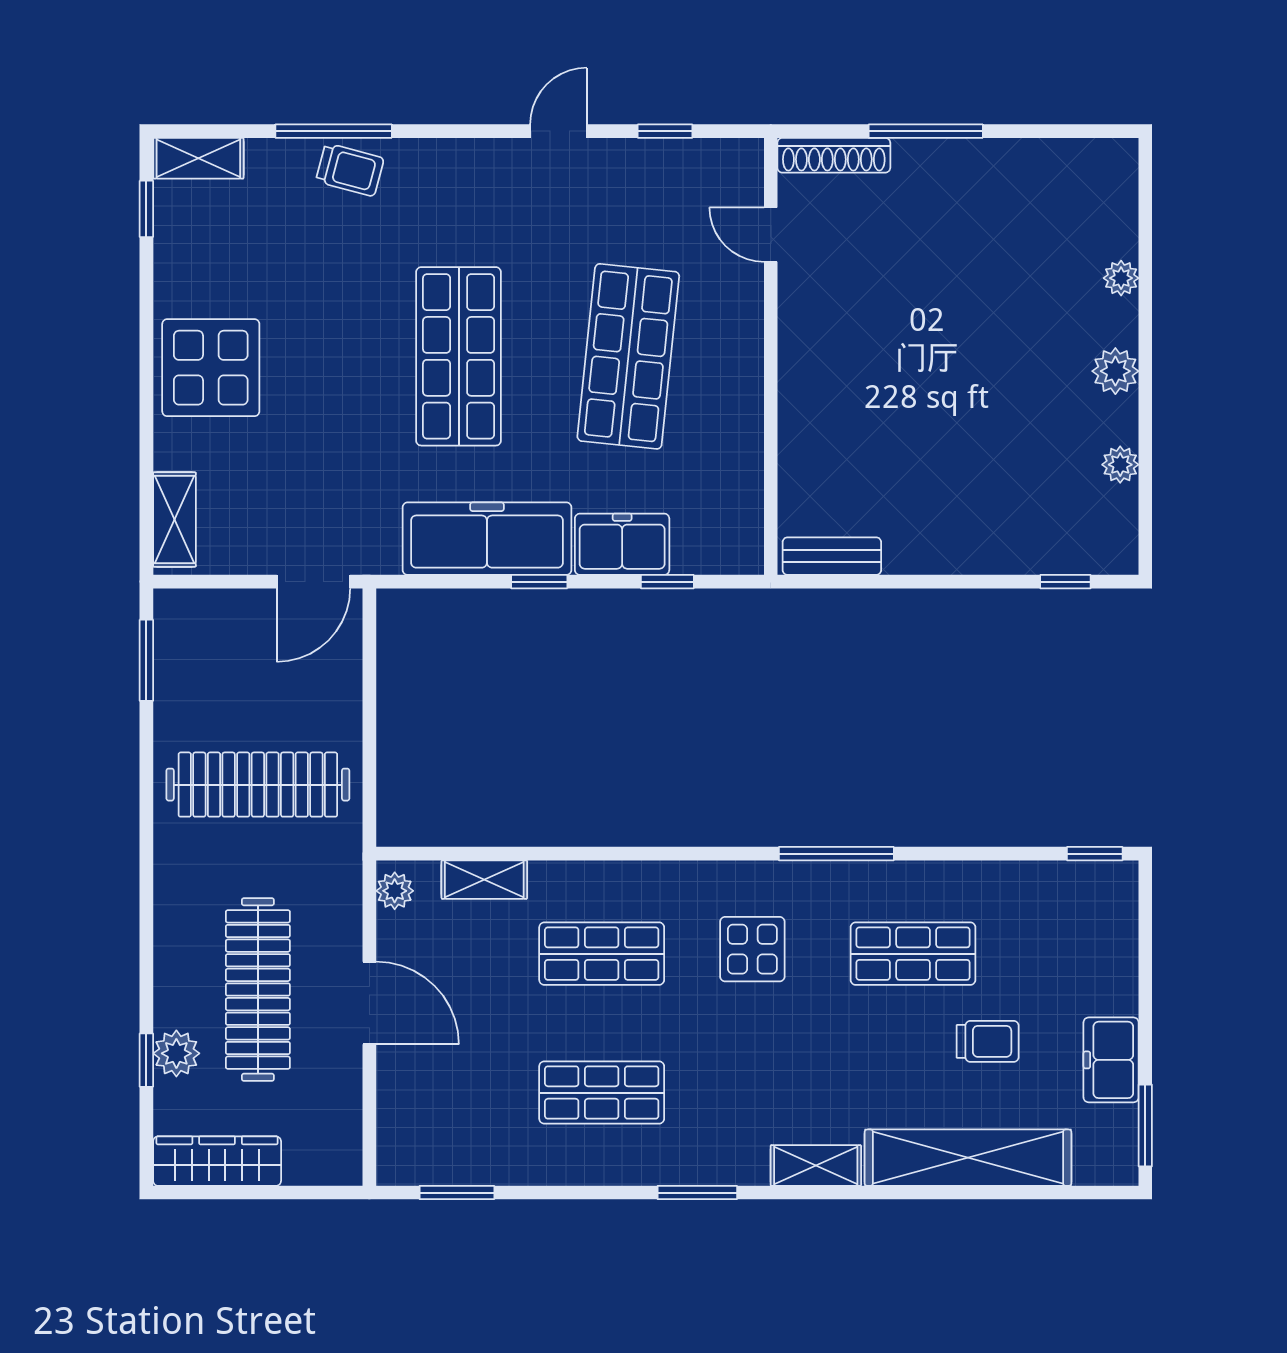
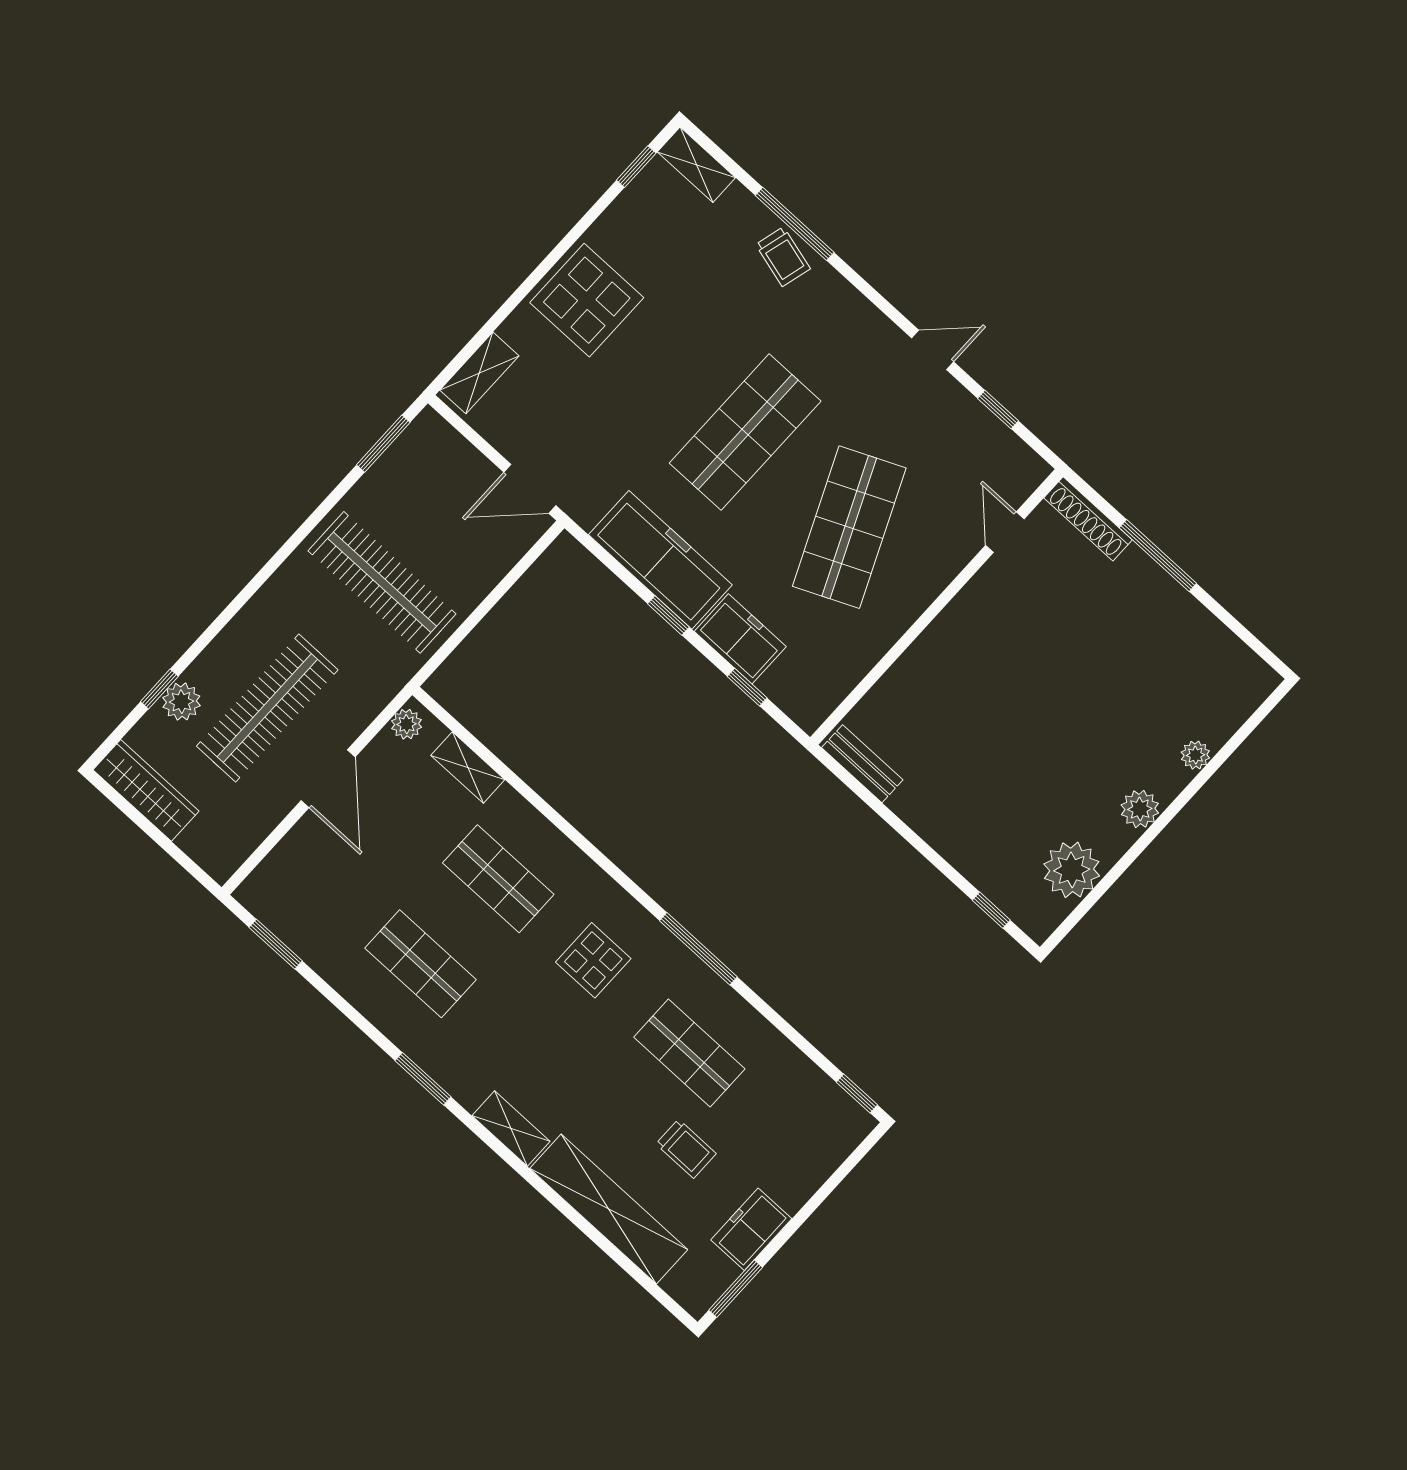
shop shelf: (628, 356) -> (849, 527), turned -30
plant: (1120, 465) -> (1072, 870), width x1.88, depth x1.88

